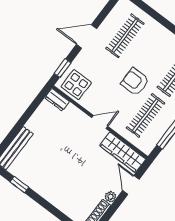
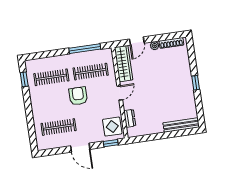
armchair: (135, 82) -> (78, 96), turned 180
dresser: (57, 100) -> (130, 118), moved
door: (100, 122) -> (120, 93), swing flipped
window: (19, 185) -> (196, 83), moved

